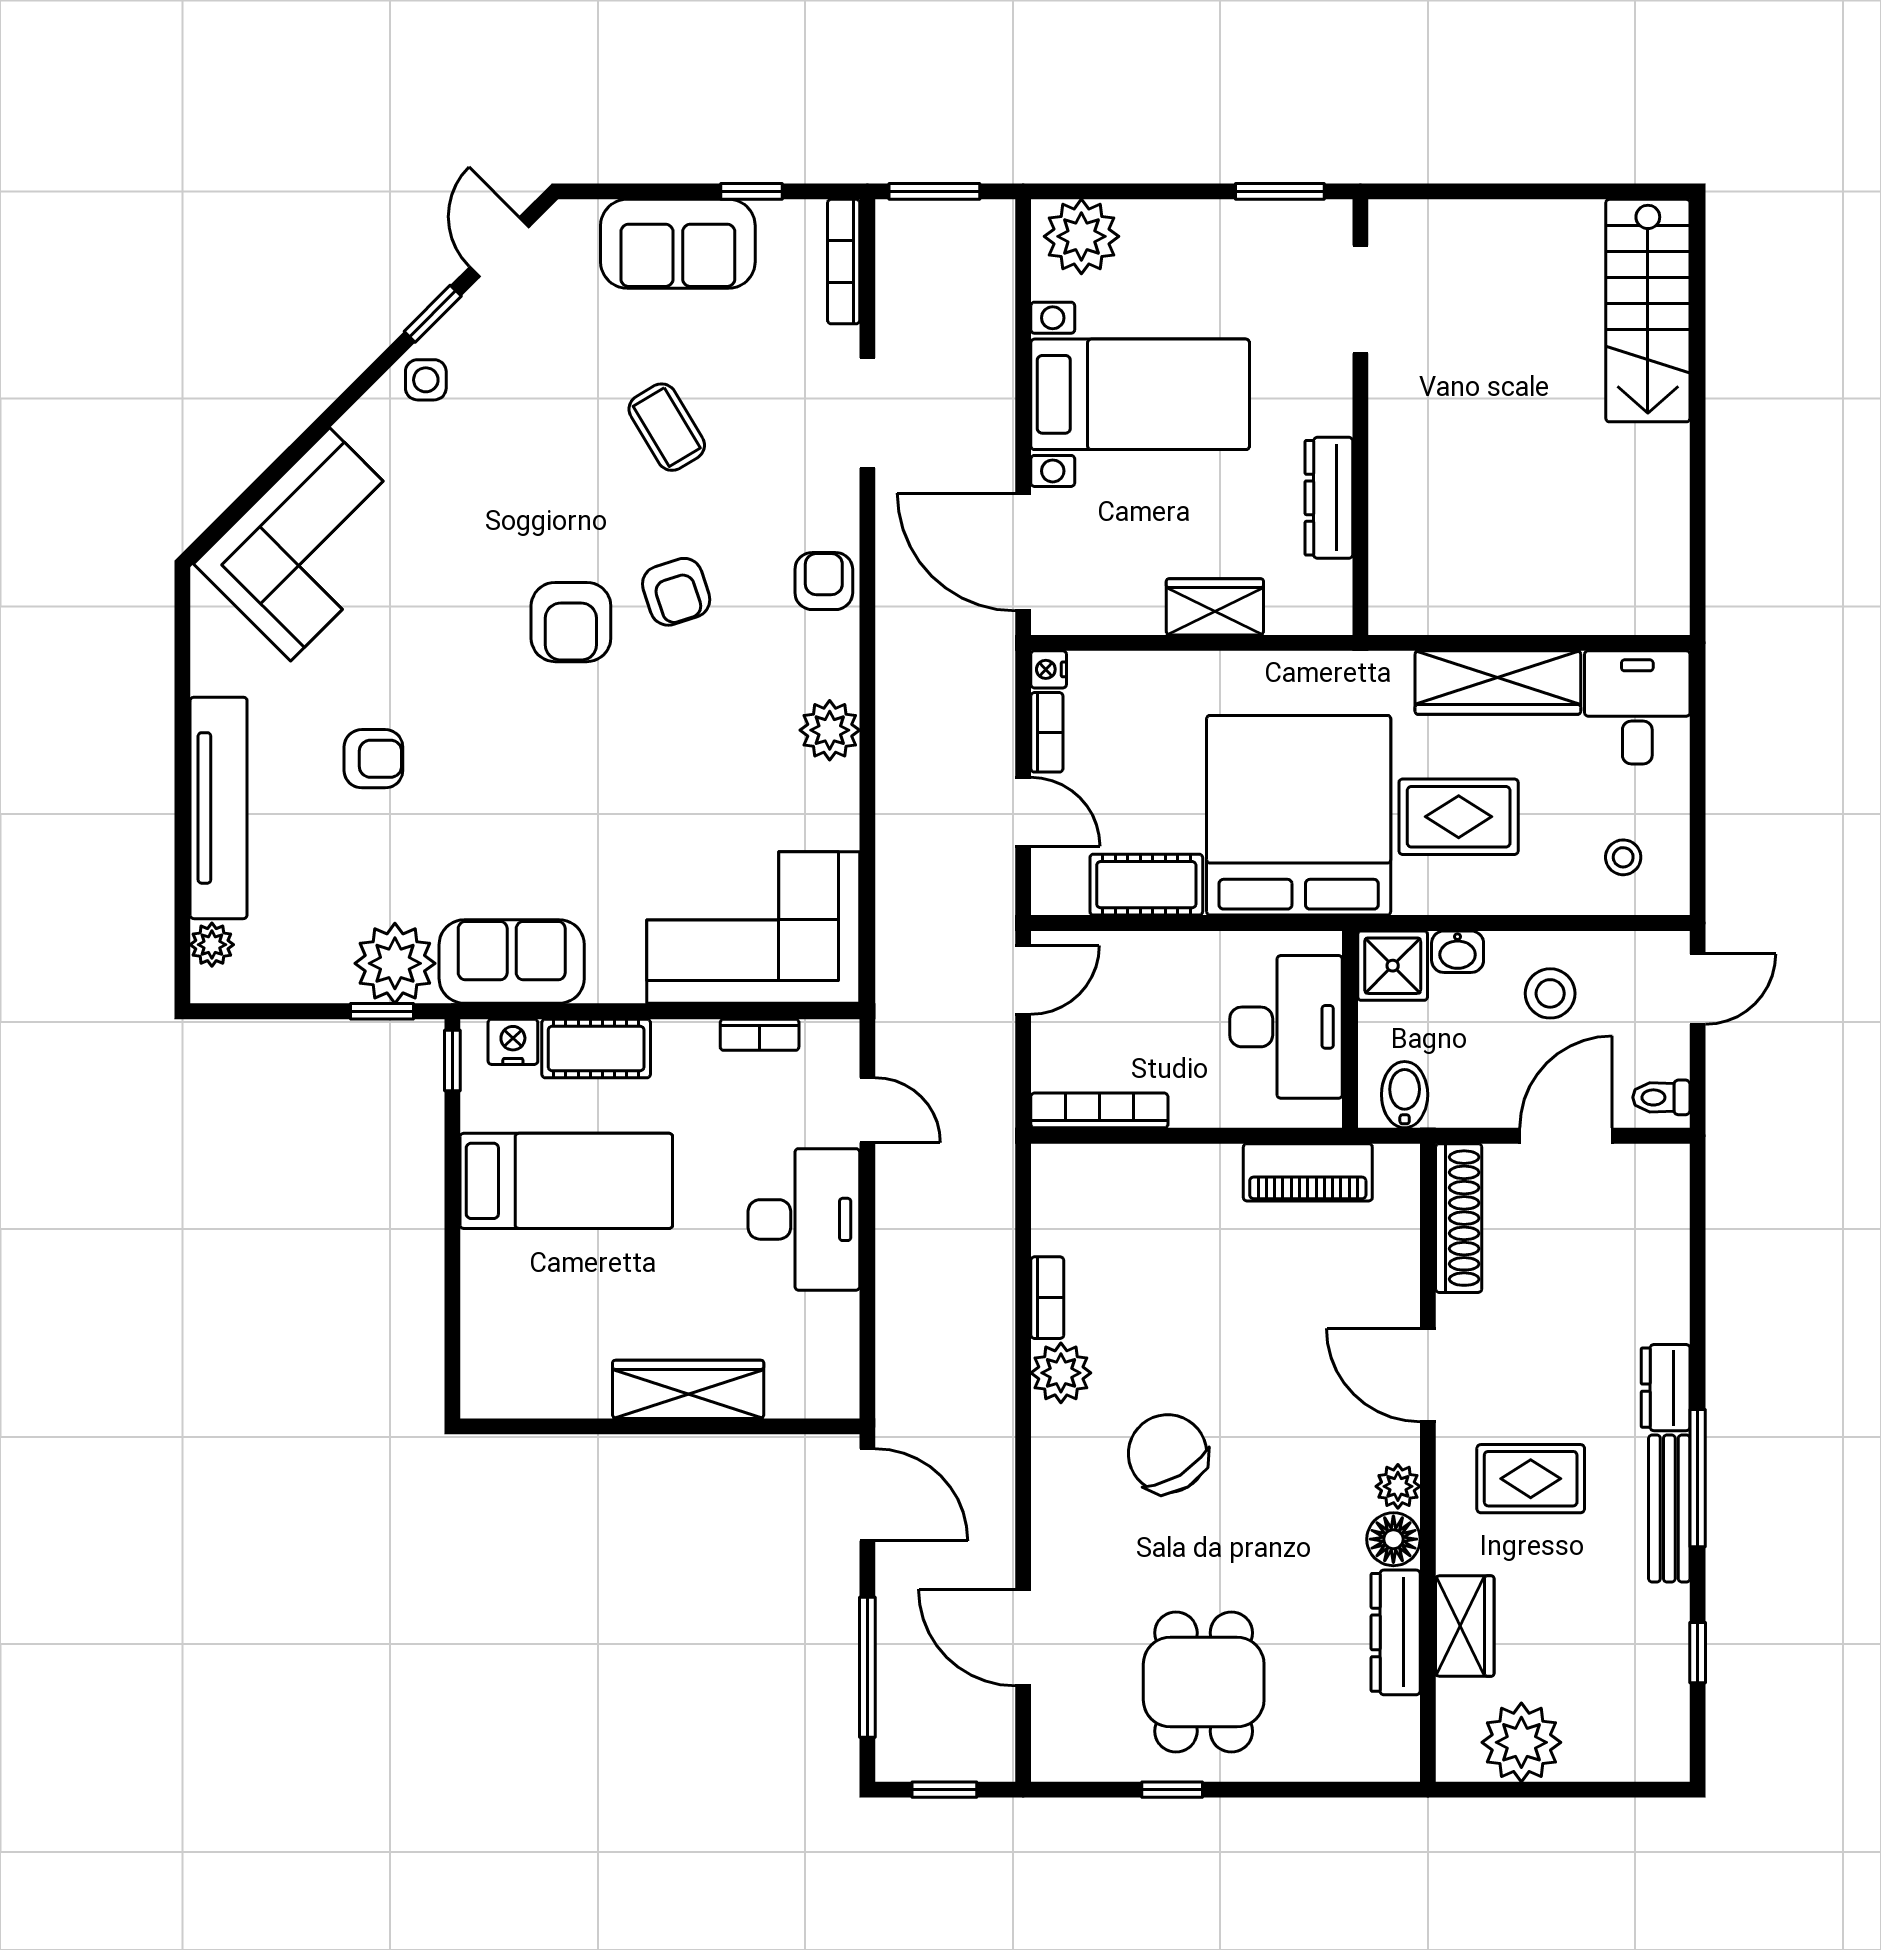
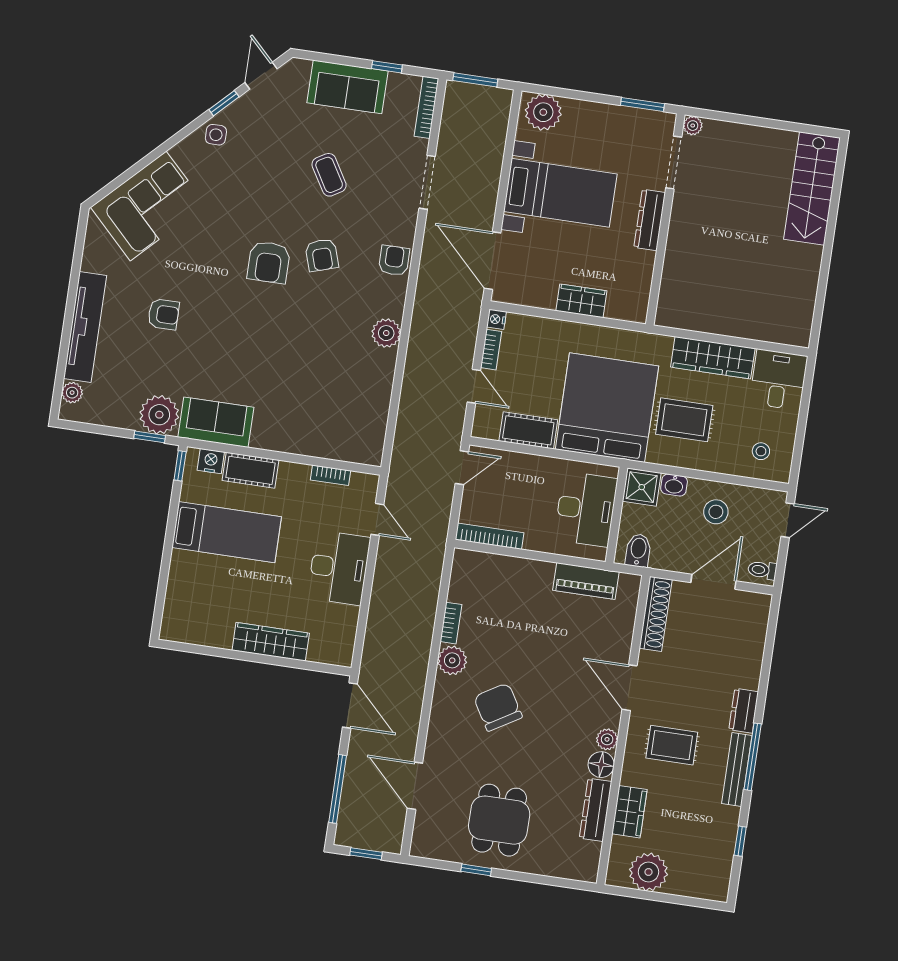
plant: (1388, 219) -> (693, 126), added
dresser: (1329, 498) -> (650, 220), moved
corner sofa: (753, 927) -> (335, 423), removed

